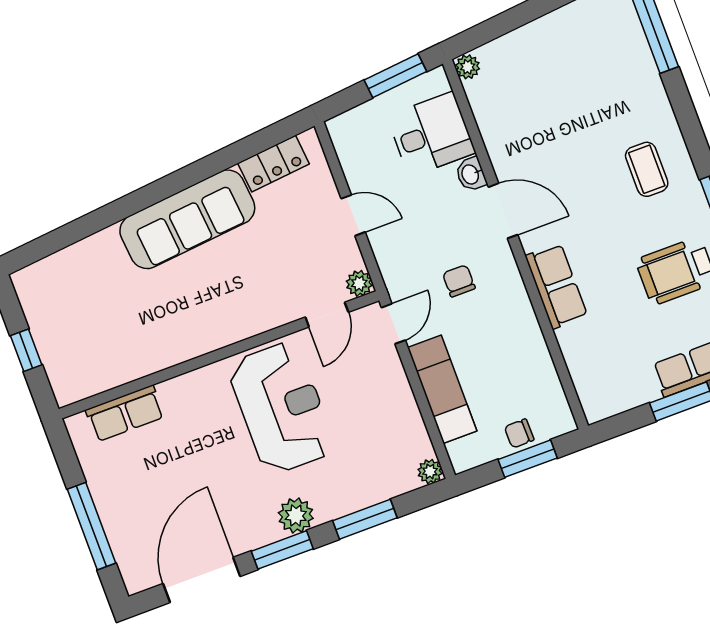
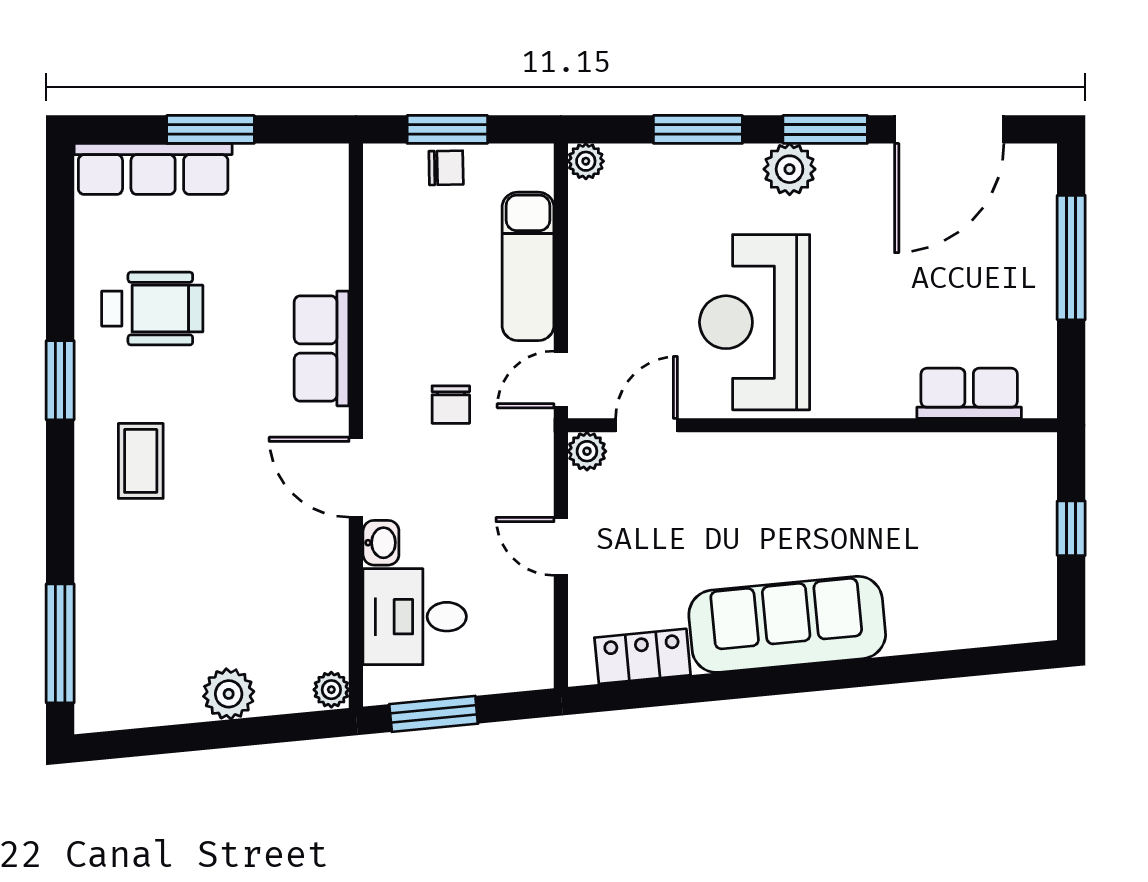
plant: (533, 39) -> (229, 694), added

